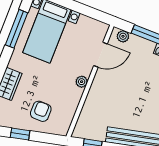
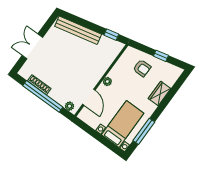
door: (100, 55) -> (89, 97), swing flipped
armchair: (41, 111) -> (142, 68), turned -90

